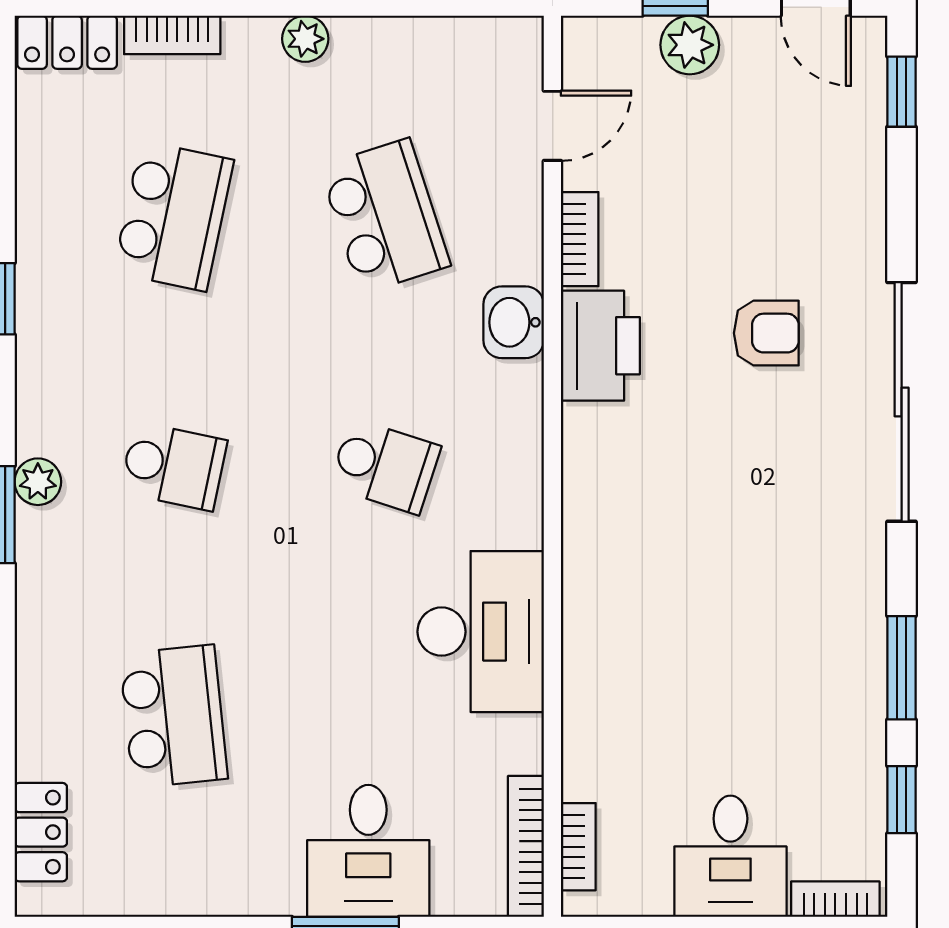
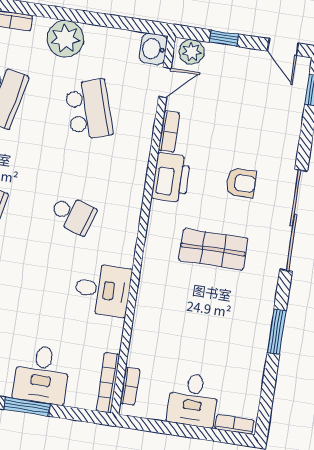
plant: (305, 39) -> (65, 39), width x1.88, depth x1.88
plant: (690, 45) -> (192, 52), moved
washbasin: (514, 322) -> (153, 49), moved
shop shelf: (724, 498) -> (213, 249), added
desk: (481, 632) -> (103, 290), width x0.73
window: (902, 800) -> (268, 387), removed

